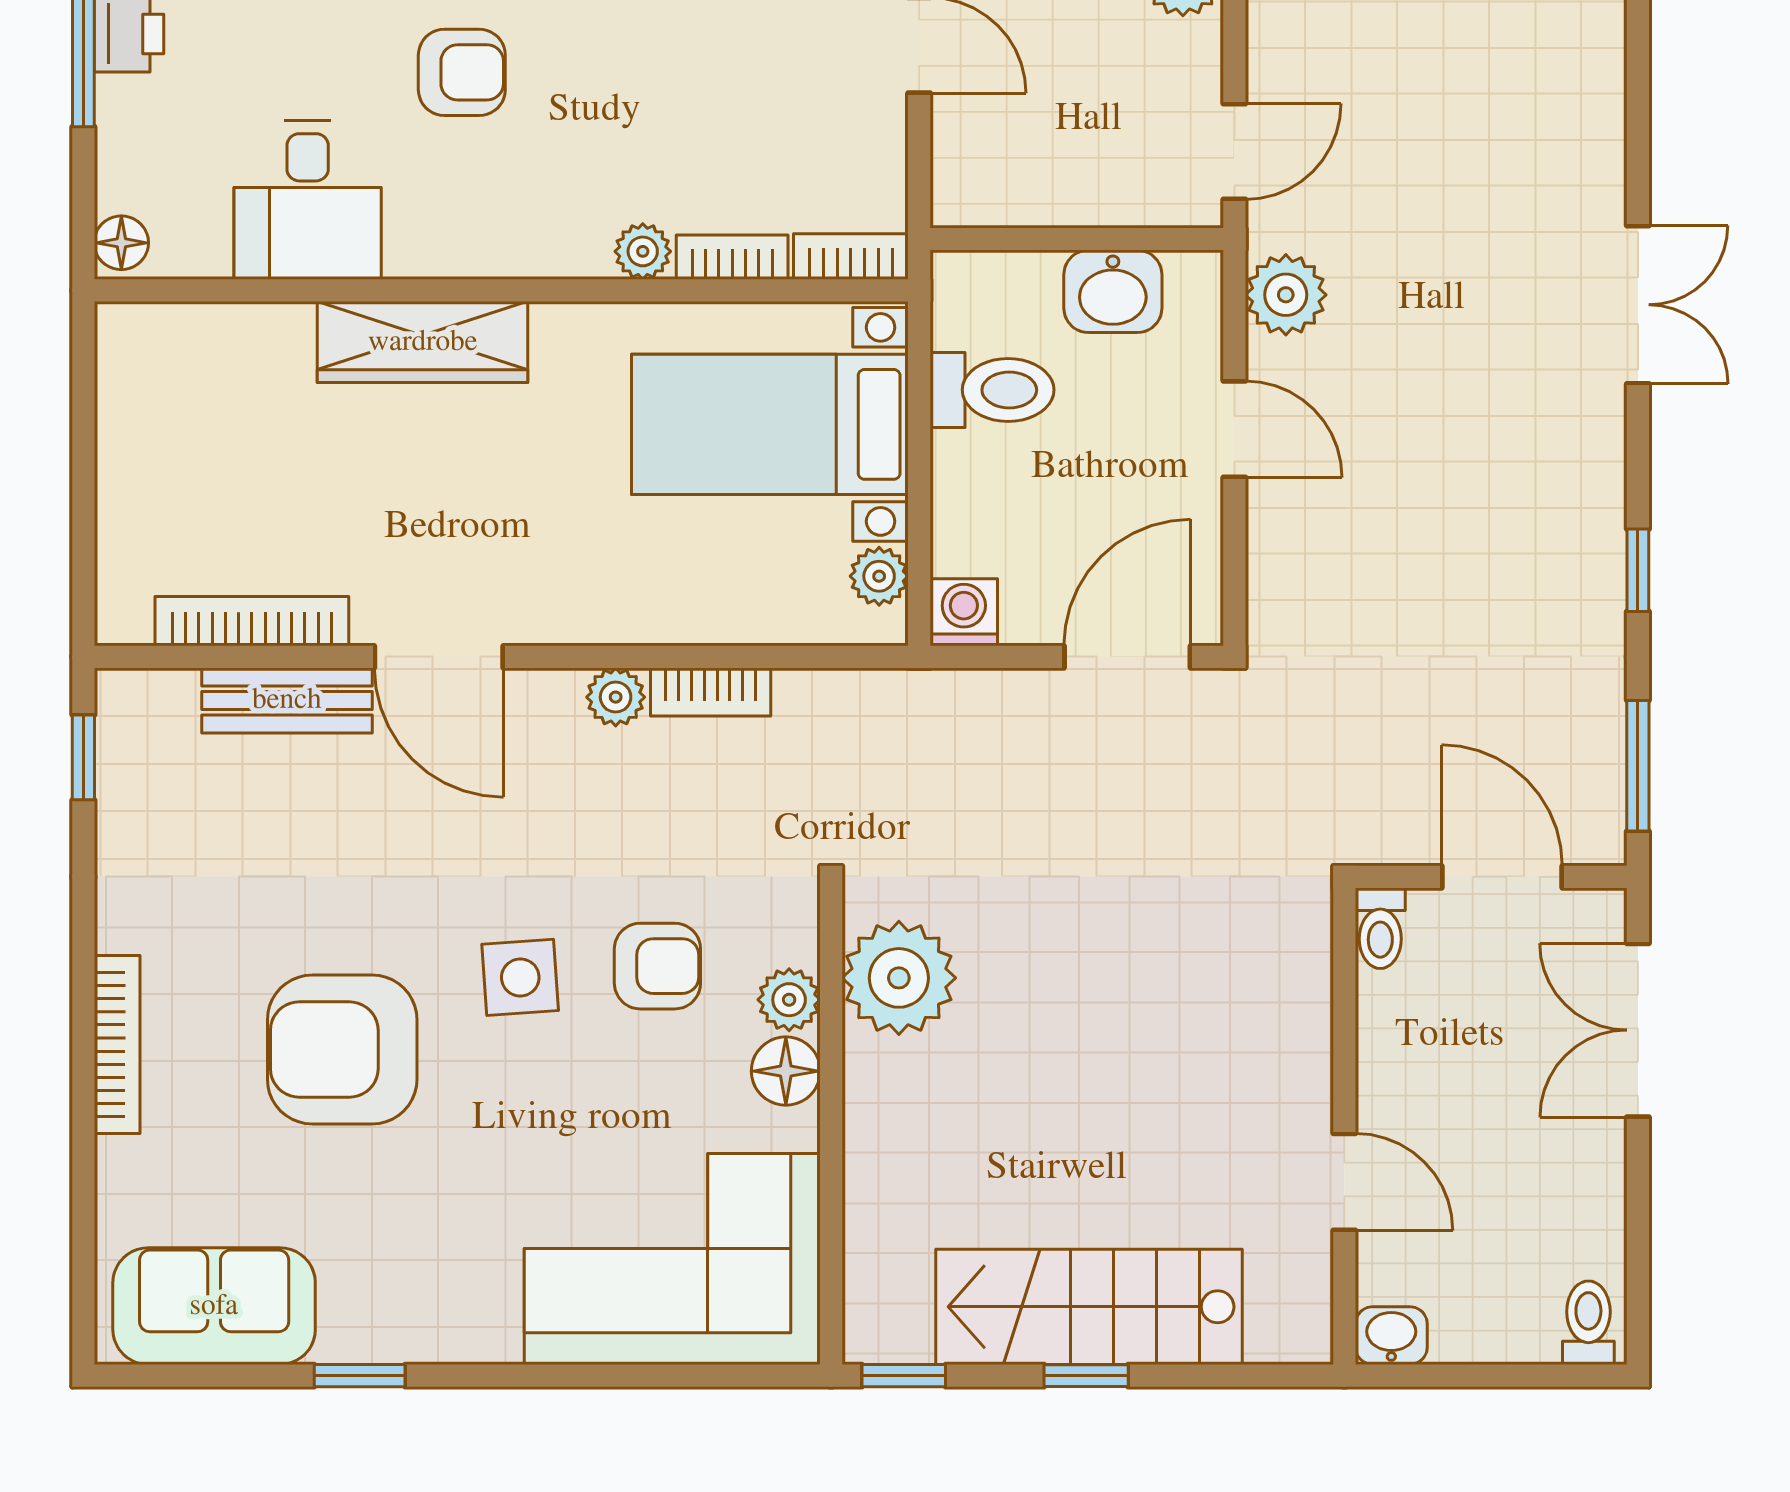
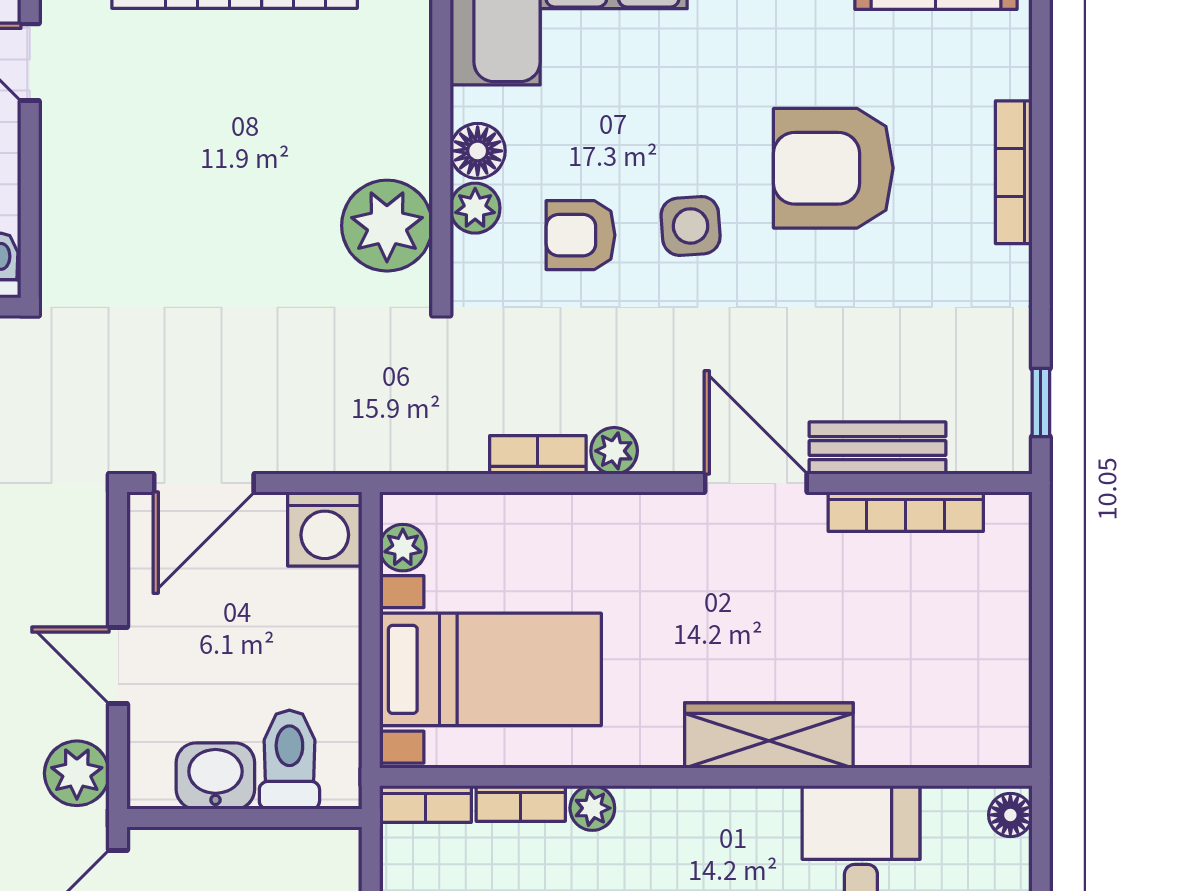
toilet: (992, 390) -> (289, 760), moved, turned 90
washing machine: (964, 612) -> (325, 529), width x1.38, depth x1.38
armchair: (342, 1049) -> (833, 168), turned 180

